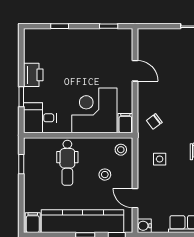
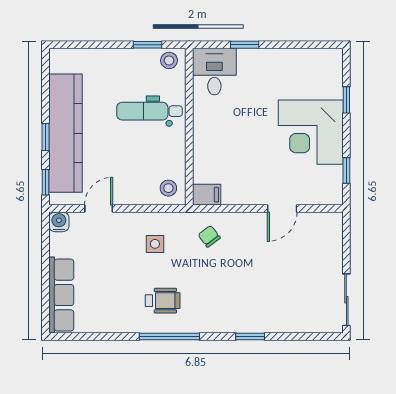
printer: (33, 75) -> (276, 62), removed
corner desk: (94, 110) -> (311, 132), moved, turned 180
stool: (105, 175) -> (169, 60), moved
filing cabinet: (33, 223) -> (63, 61), removed

